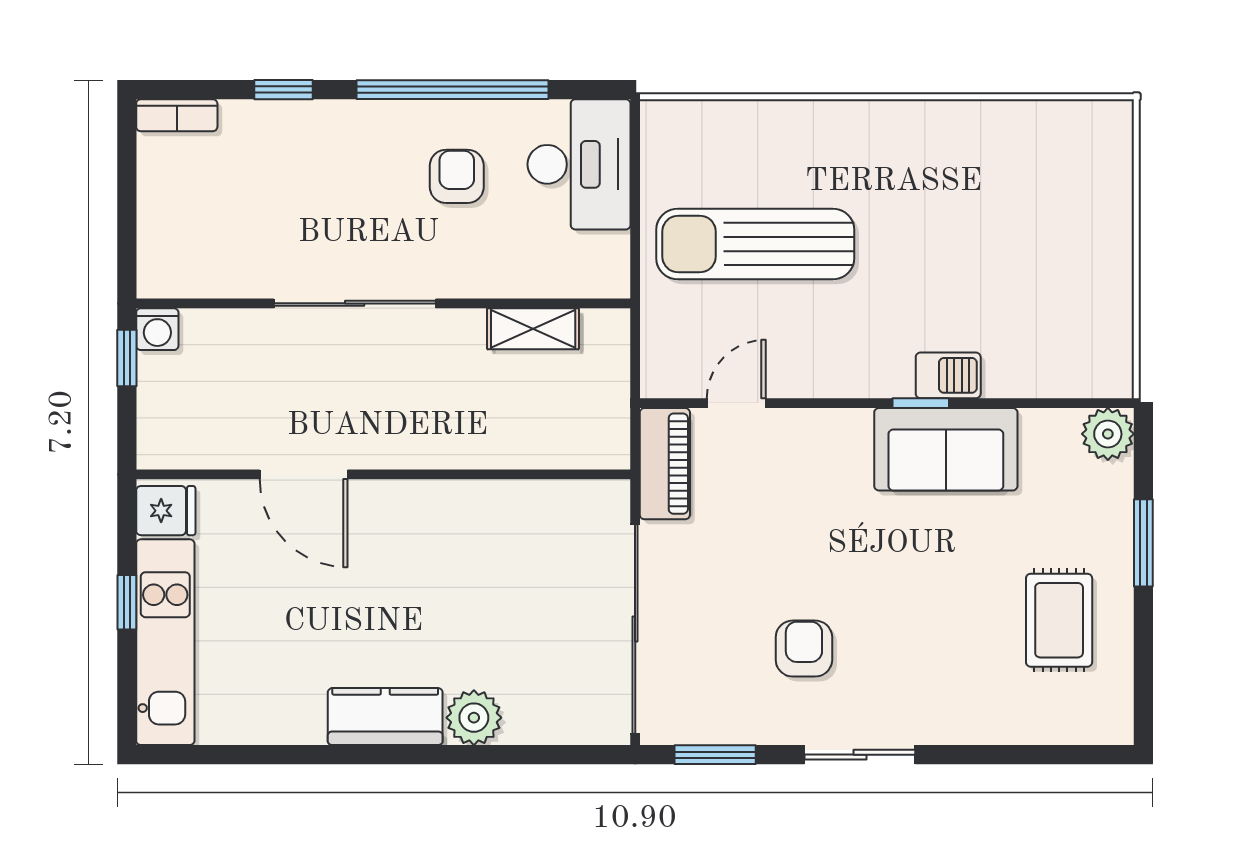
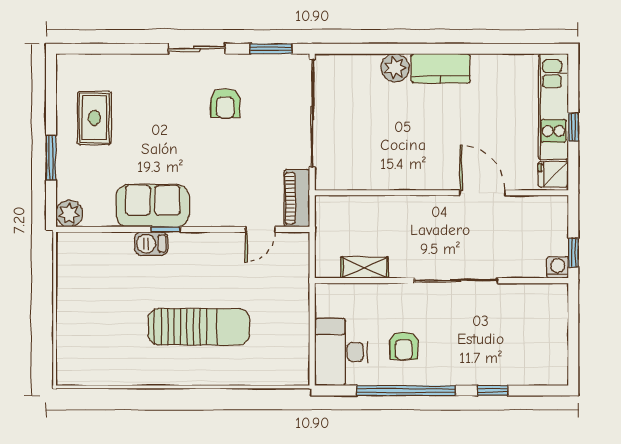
bookcase: (177, 115) -> (548, 377), removed
sun lounger: (755, 244) -> (199, 327), moved

